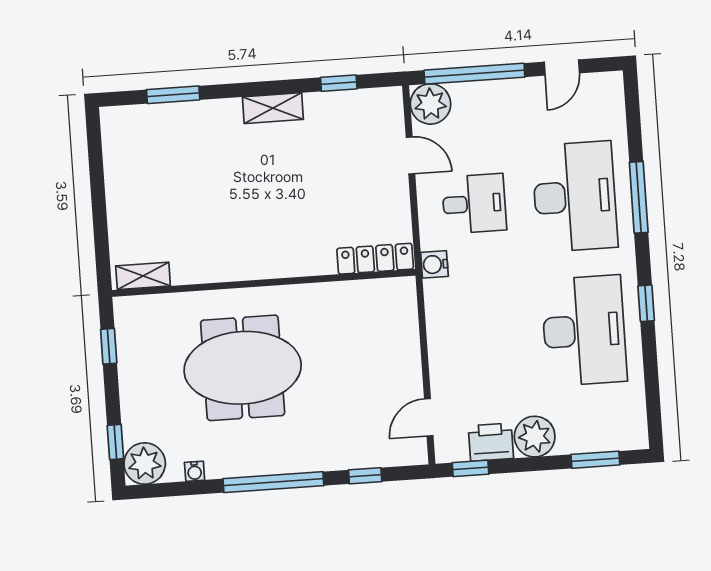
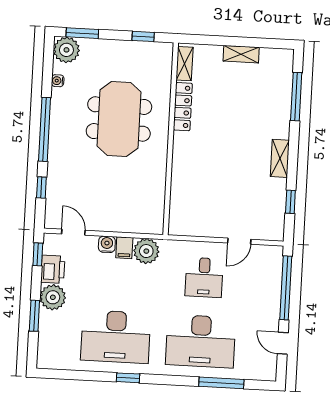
window: (173, 95) -> (296, 97), width x1.44
plant: (430, 104) -> (146, 251), moved
shelving: (117, 189) -> (241, 54), added
window: (639, 197) -> (221, 383), moved
locker: (375, 259) -> (183, 107), moved
water cooler: (434, 264) -> (107, 244), moved
filing cabinet: (443, 334) -> (124, 248), added
window: (115, 442) -> (82, 33), width x1.50
window: (595, 460) -> (34, 316), moved

